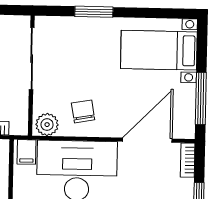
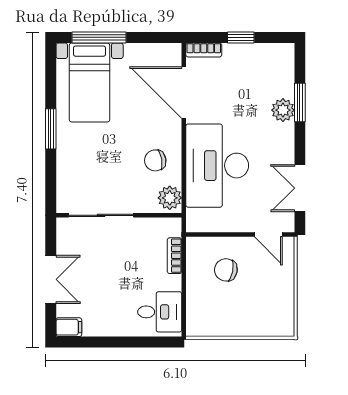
window: (94, 12) -> (51, 129), moved
window: (201, 99) -> (99, 37), moved
filing cabinet: (27, 152) -> (199, 219), removed

